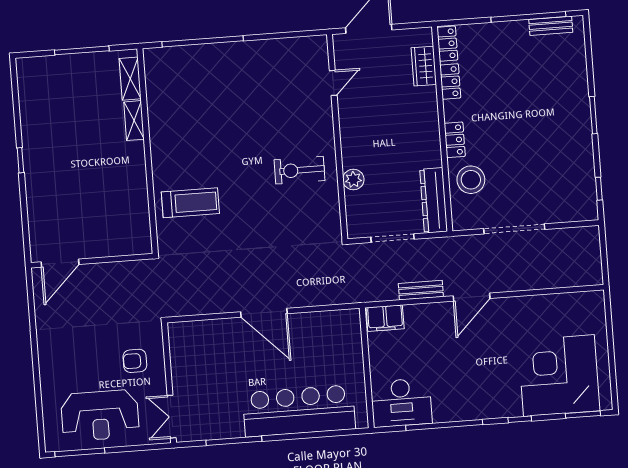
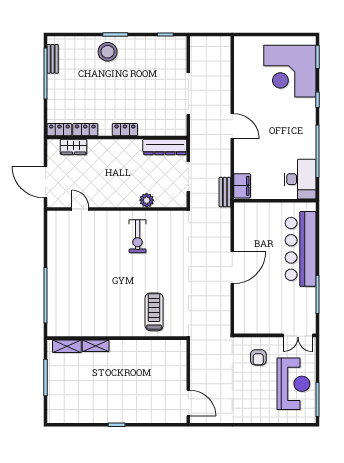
stool: (471, 180) -> (108, 52), moved
bench: (421, 290) -> (225, 192), moved

